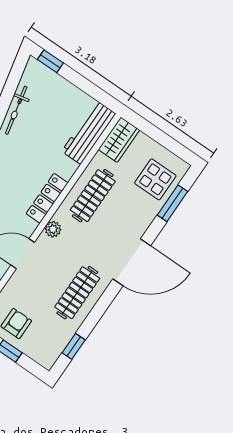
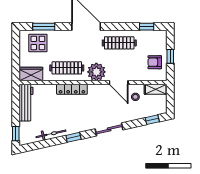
workbench: (89, 132) -> (26, 103), moved, turned -90
locker: (47, 198) -> (72, 89), moved
plant: (53, 229) -> (96, 72), width x1.88, depth x1.88

